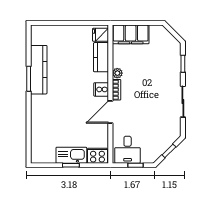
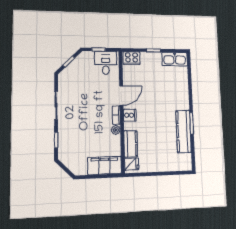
kitchen sink: (71, 155) -> (175, 59), moved

